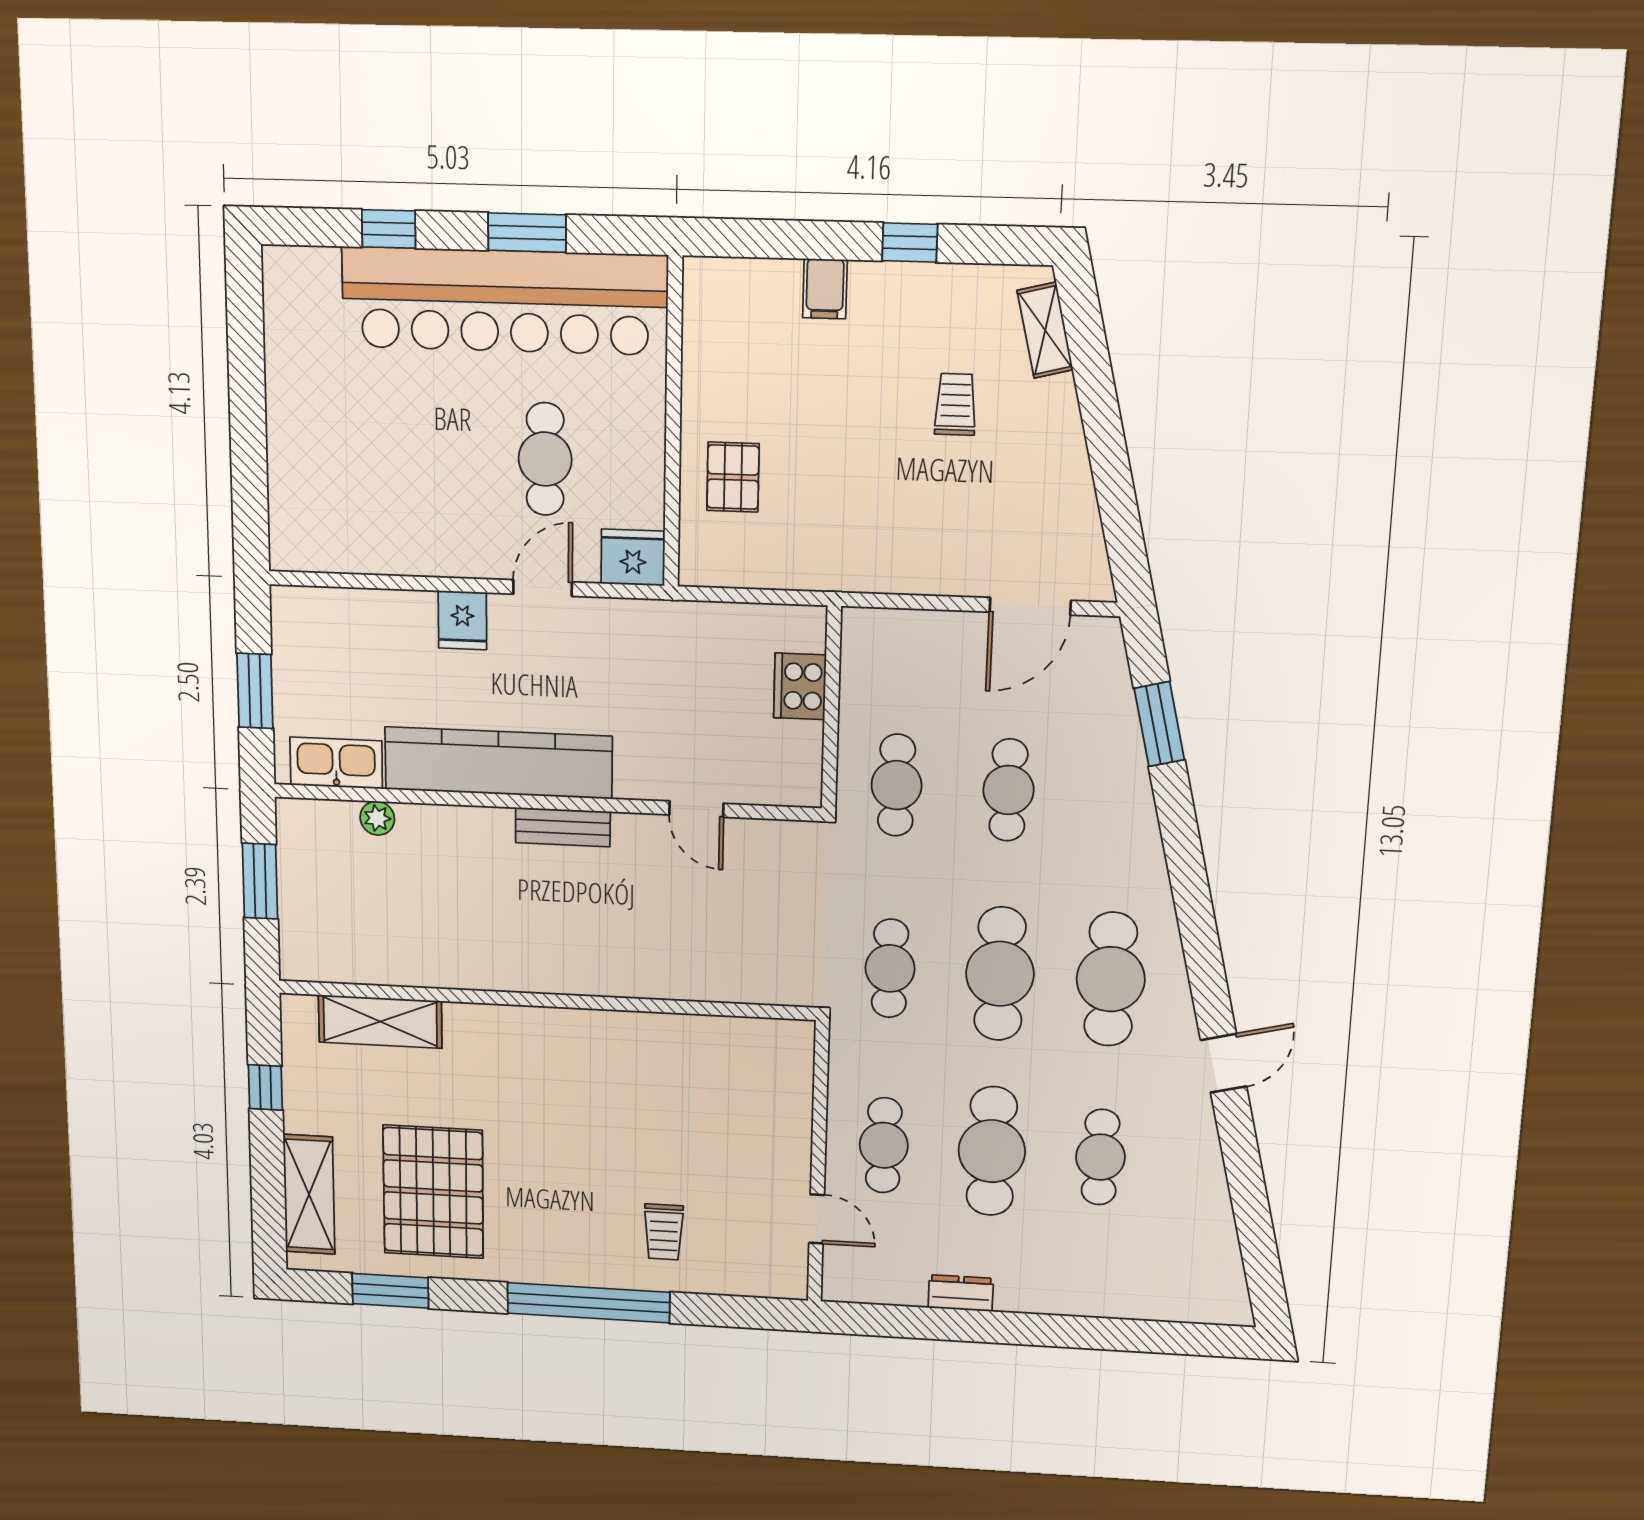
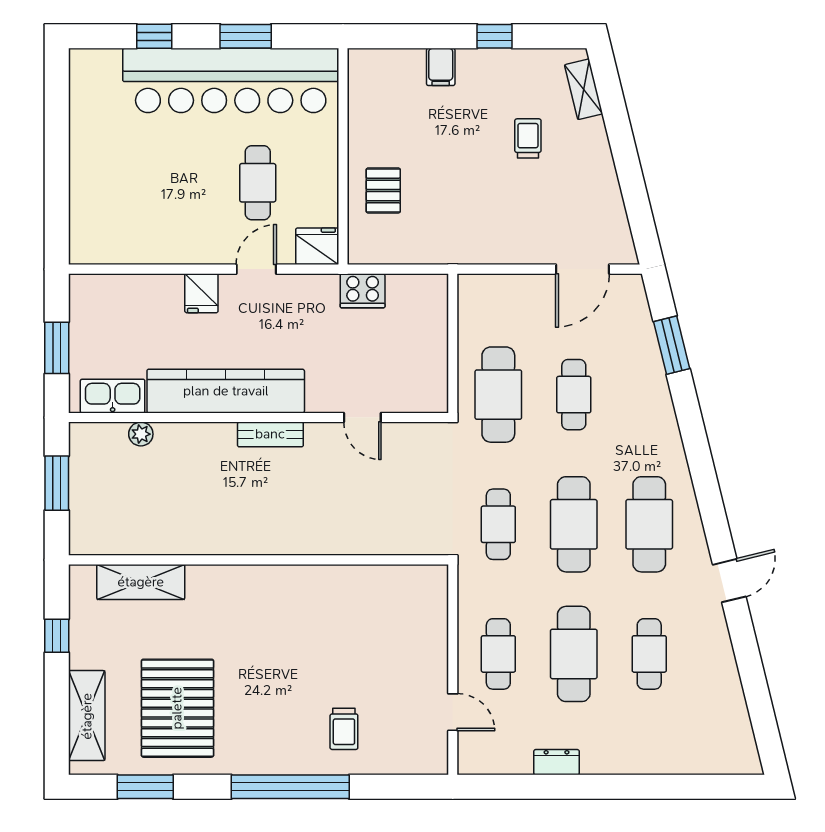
cooker: (800, 686) -> (363, 291), moved, turned -90
cafe table: (897, 785) -> (498, 395), width x1.37, depth x1.35

